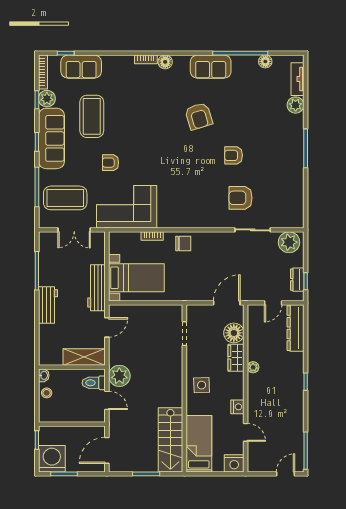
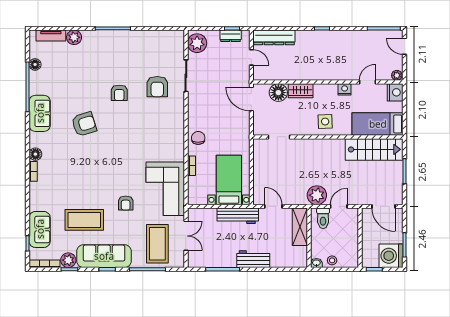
plant: (253, 367) -> (397, 75), moved

